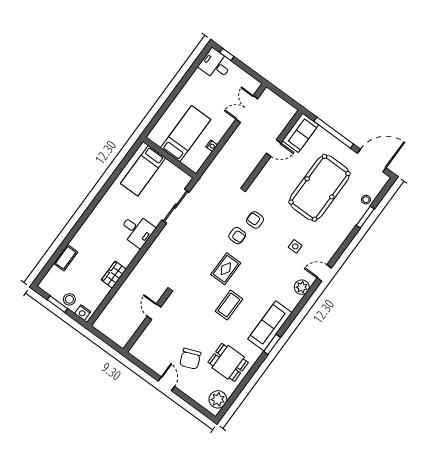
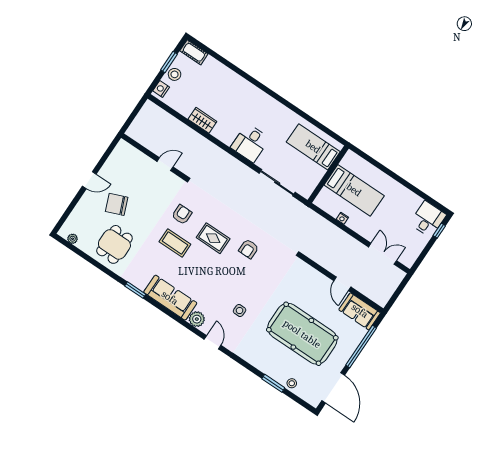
armchair: (255, 220) -> (182, 215), moved
cot: (66, 258) -> (194, 52), moved
sofa: (270, 326) -> (170, 298), moved
plant: (218, 399) -> (73, 239), width x0.53, depth x0.53

